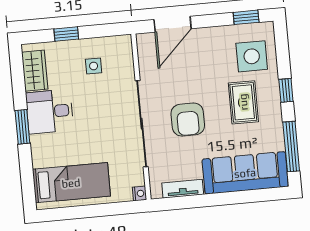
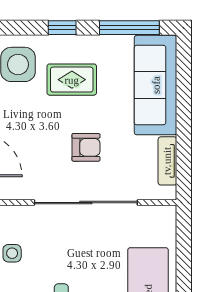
armchair: (188, 120) -> (86, 147), width x0.72, depth x0.72
nightstand: (139, 193) -> (168, 213), removed

